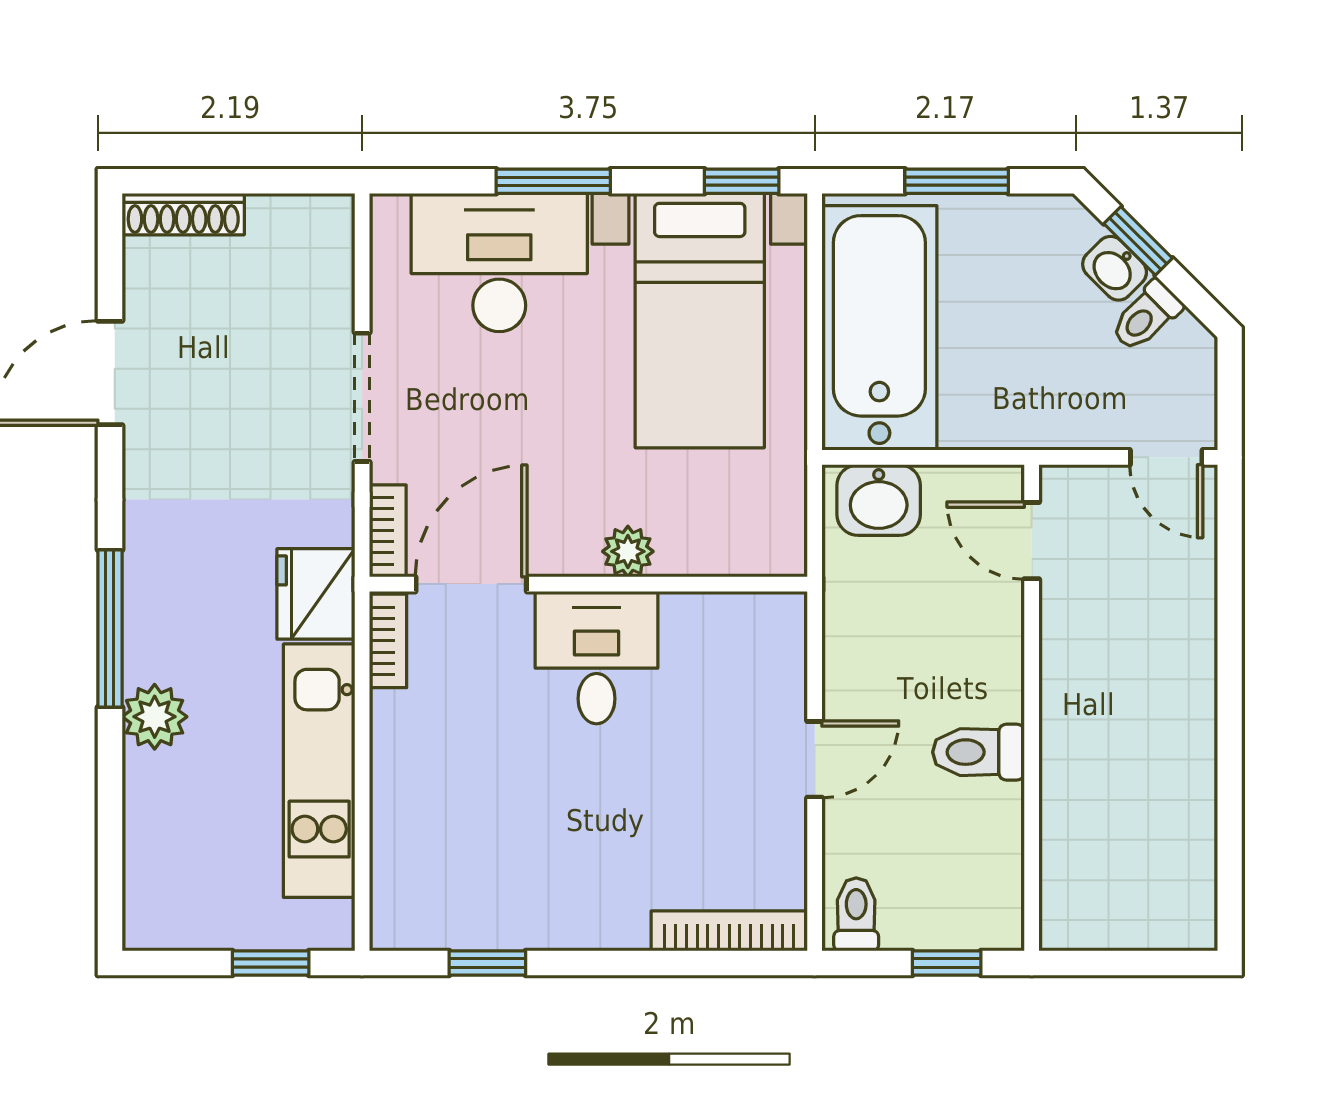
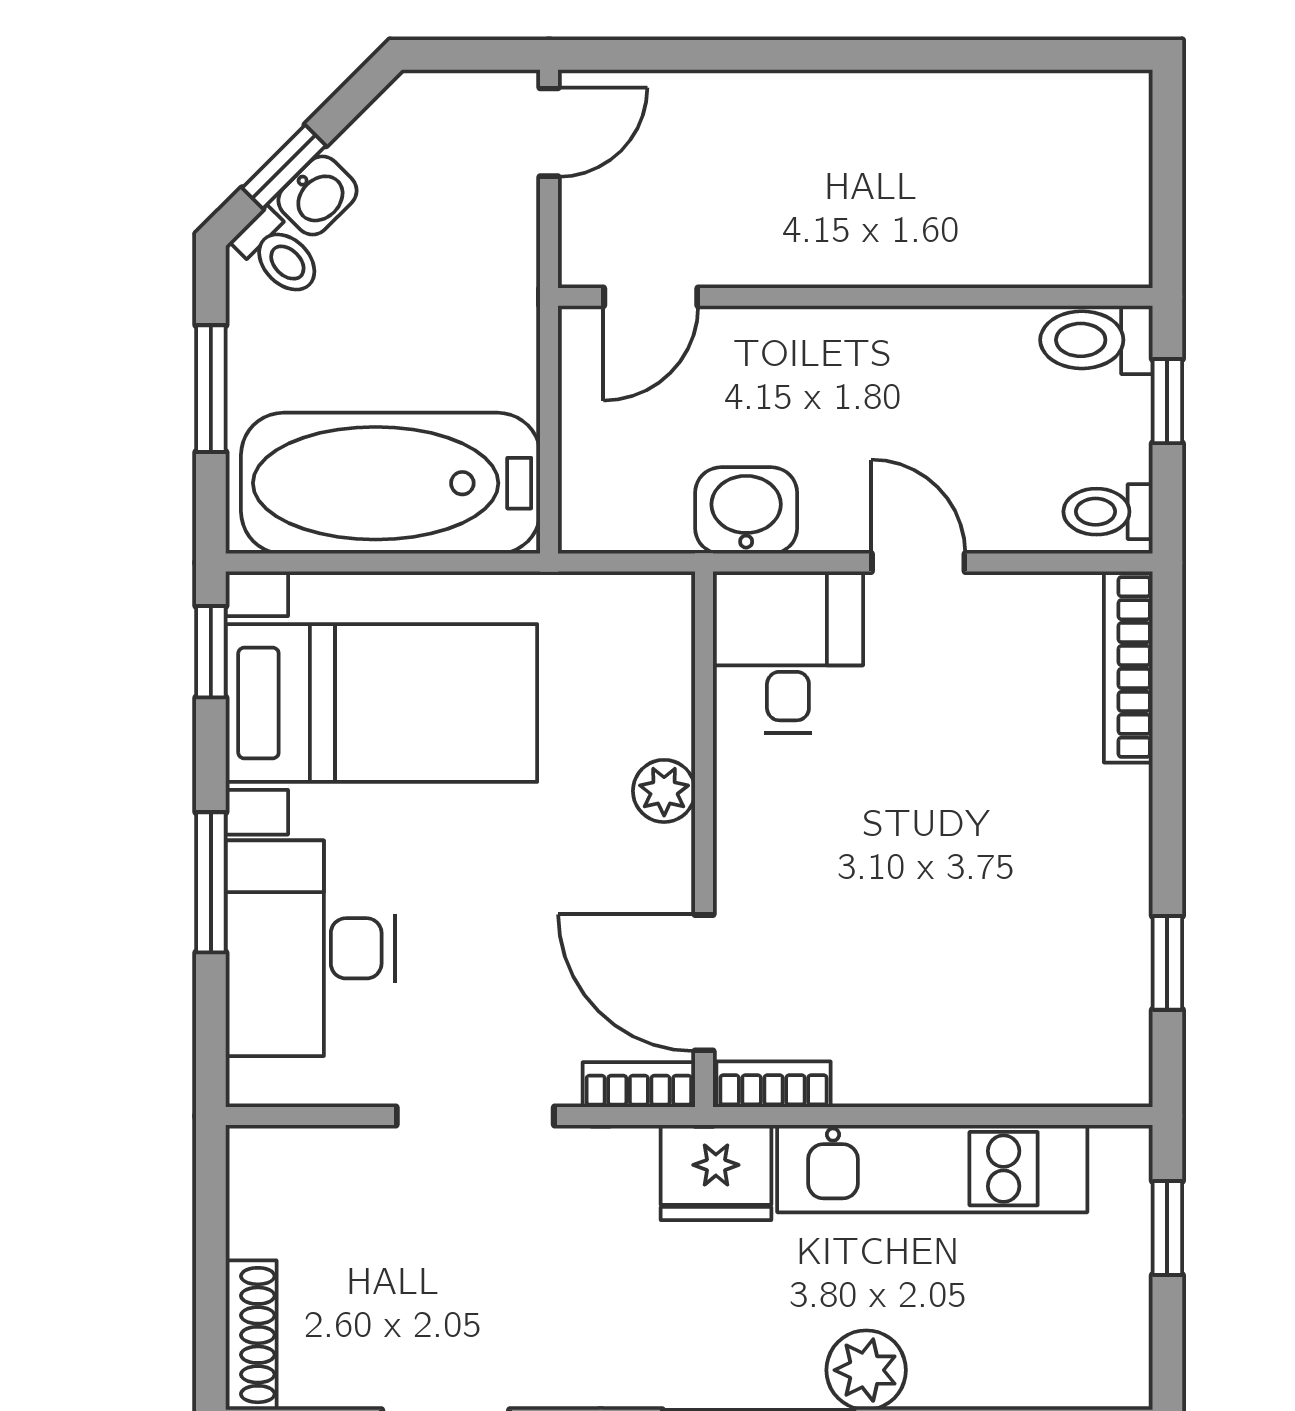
toilet: (1146, 316) -> (279, 254), moved
washbasin: (879, 500) -> (746, 510), moved, turned -90
desk: (596, 658) -> (788, 652), moved, turned 90
toilet: (978, 752) -> (1096, 340), moved, turned 90

